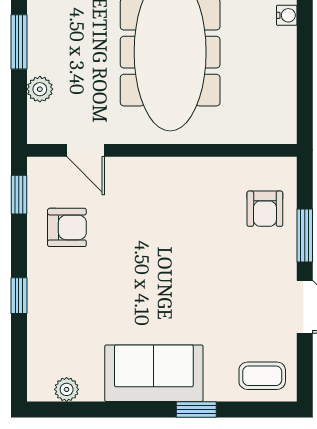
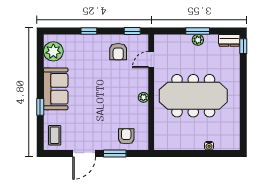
plant: (40, 89) -> (198, 40), moved
plant: (174, 168) -> (143, 97), added
armchair: (265, 209) -> (126, 136), turned 90
plant: (67, 389) -> (53, 51), width x1.87, depth x1.87

